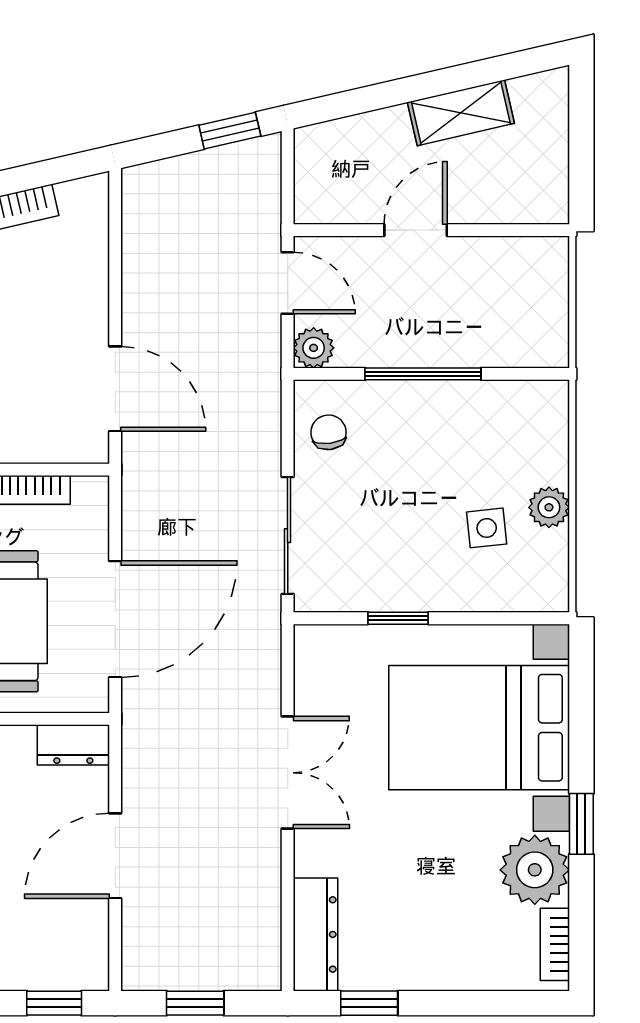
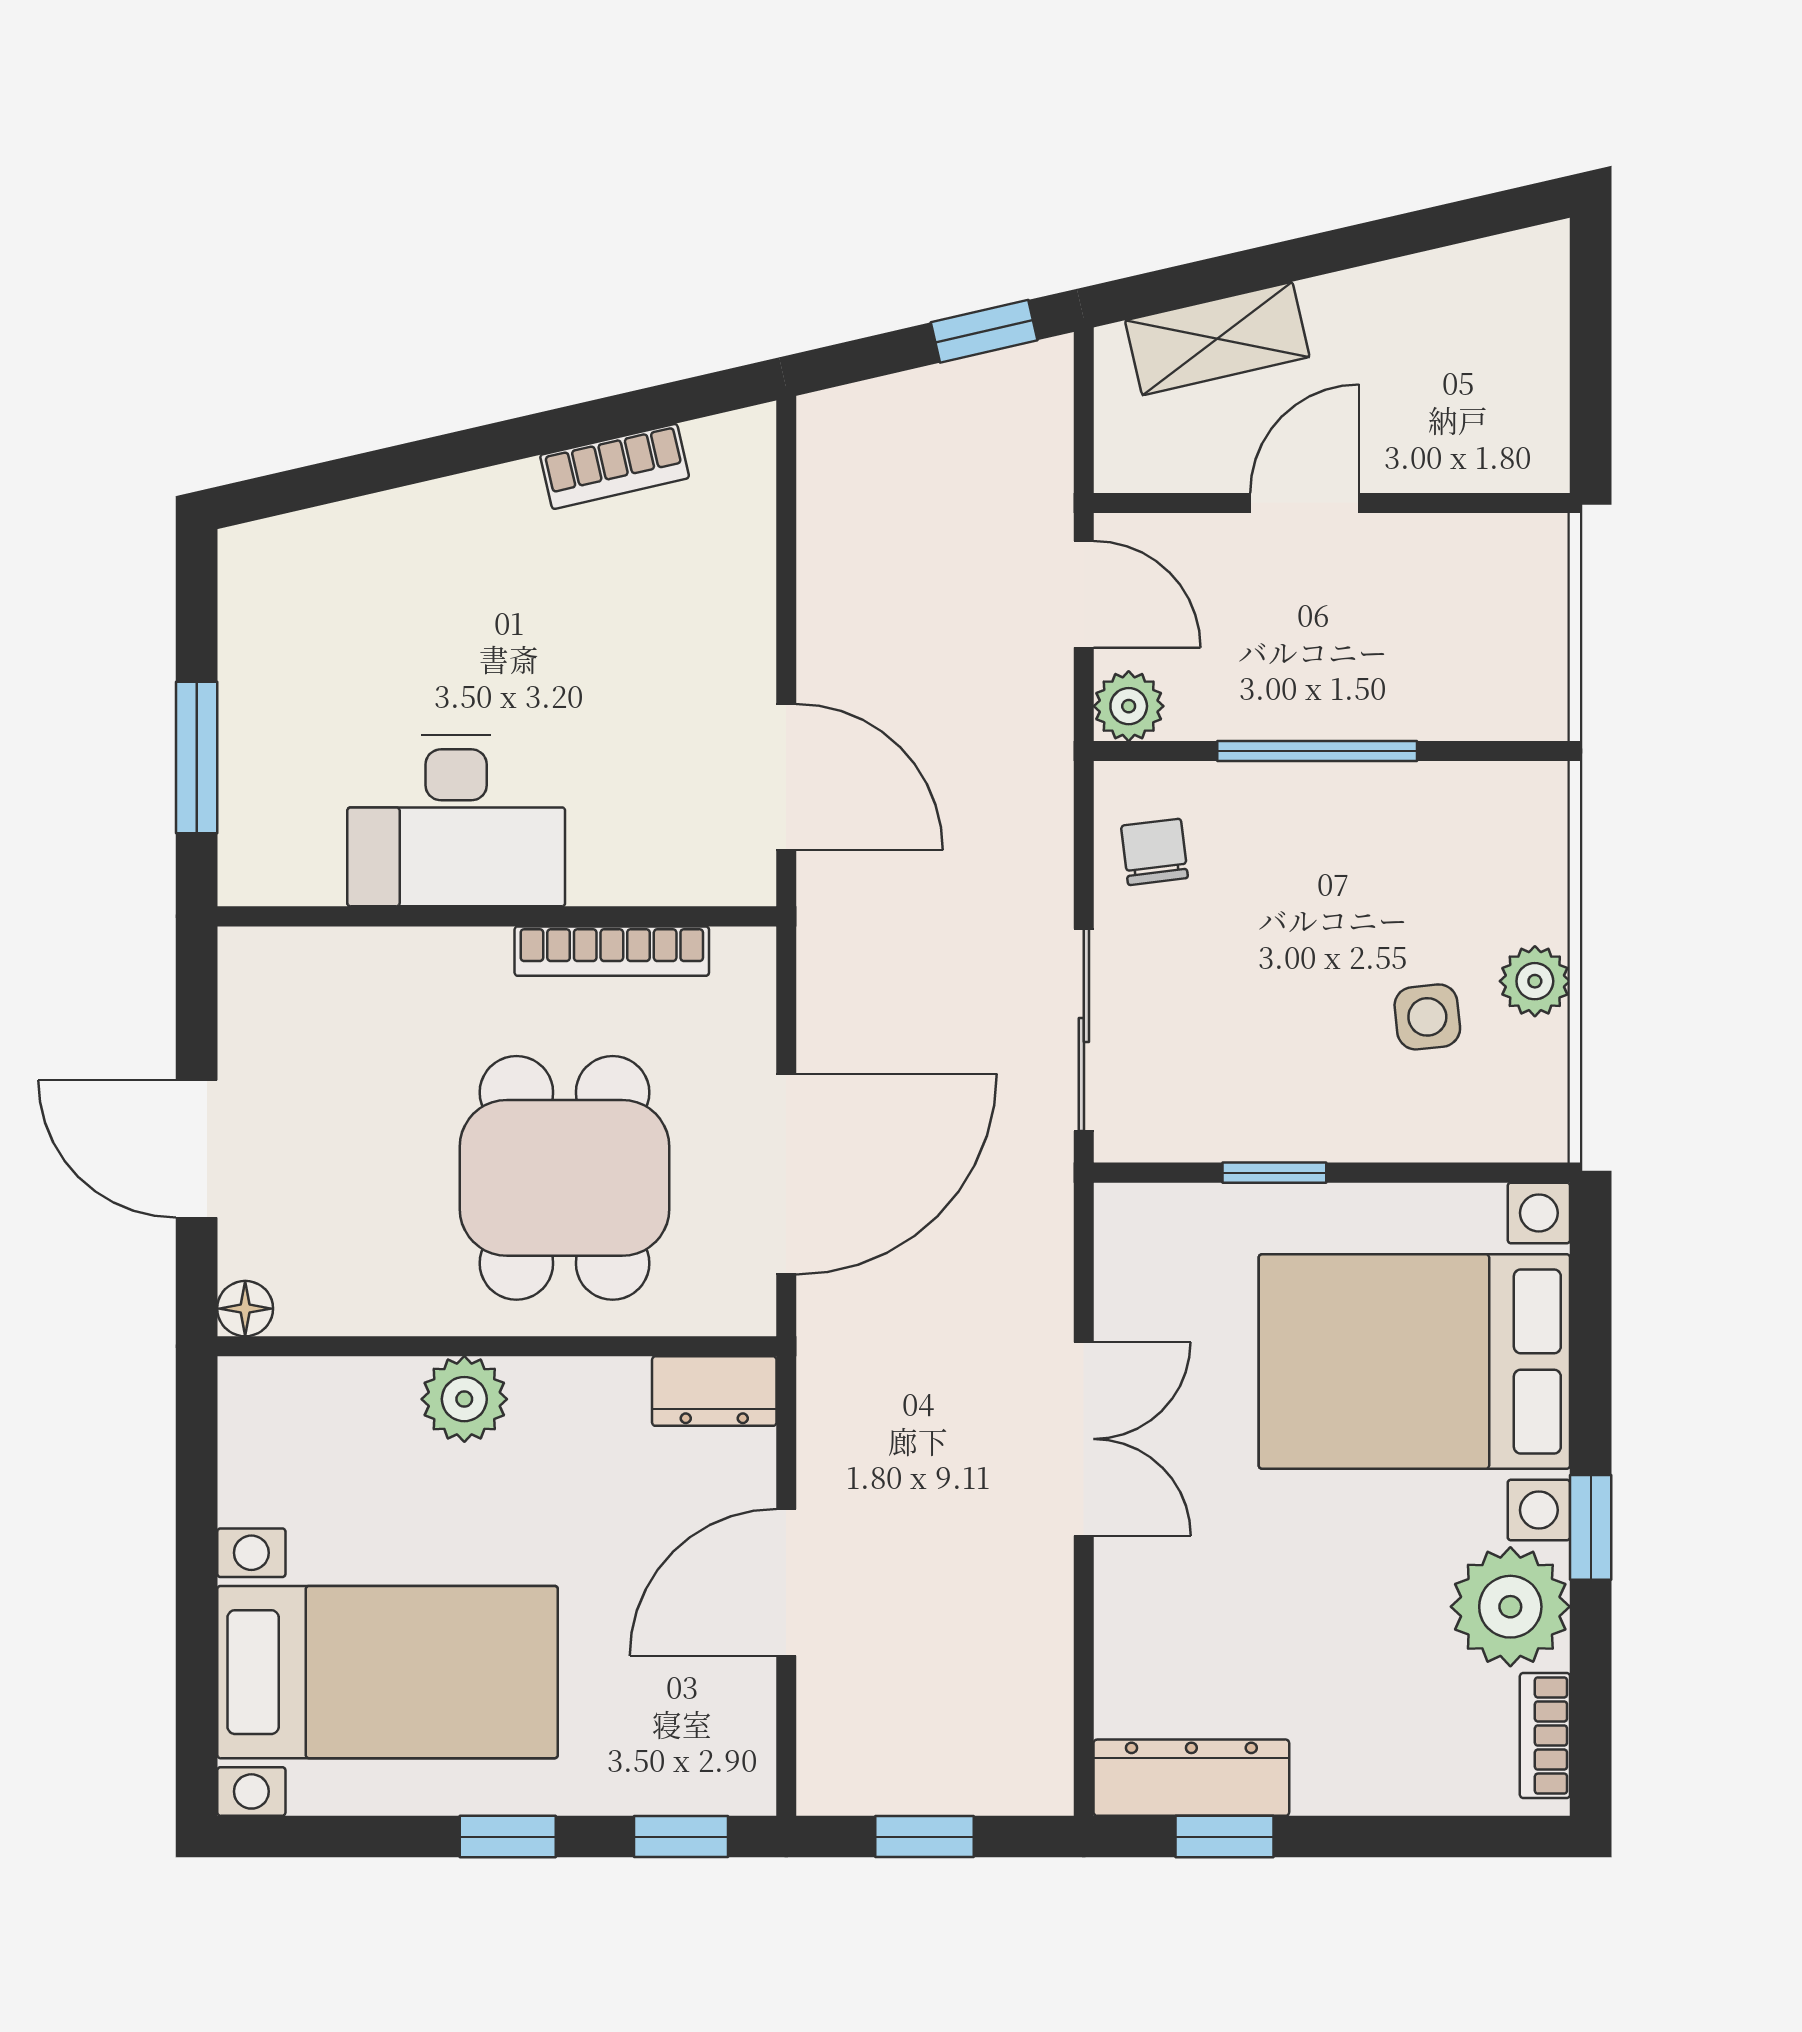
shelving: (461, 113) -> (1217, 339), moved
dresser: (315, 934) -> (1191, 1778), moved, turned -90

